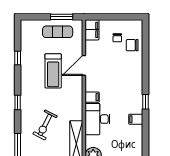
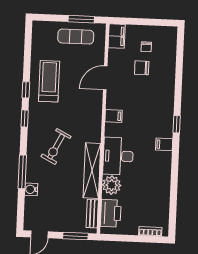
chair: (132, 45) -> (142, 68), moved
window: (18, 58) -> (26, 90), moved
treadmill: (53, 71) -> (49, 81), moved, turned 180
desk: (98, 119) -> (118, 156), moved

